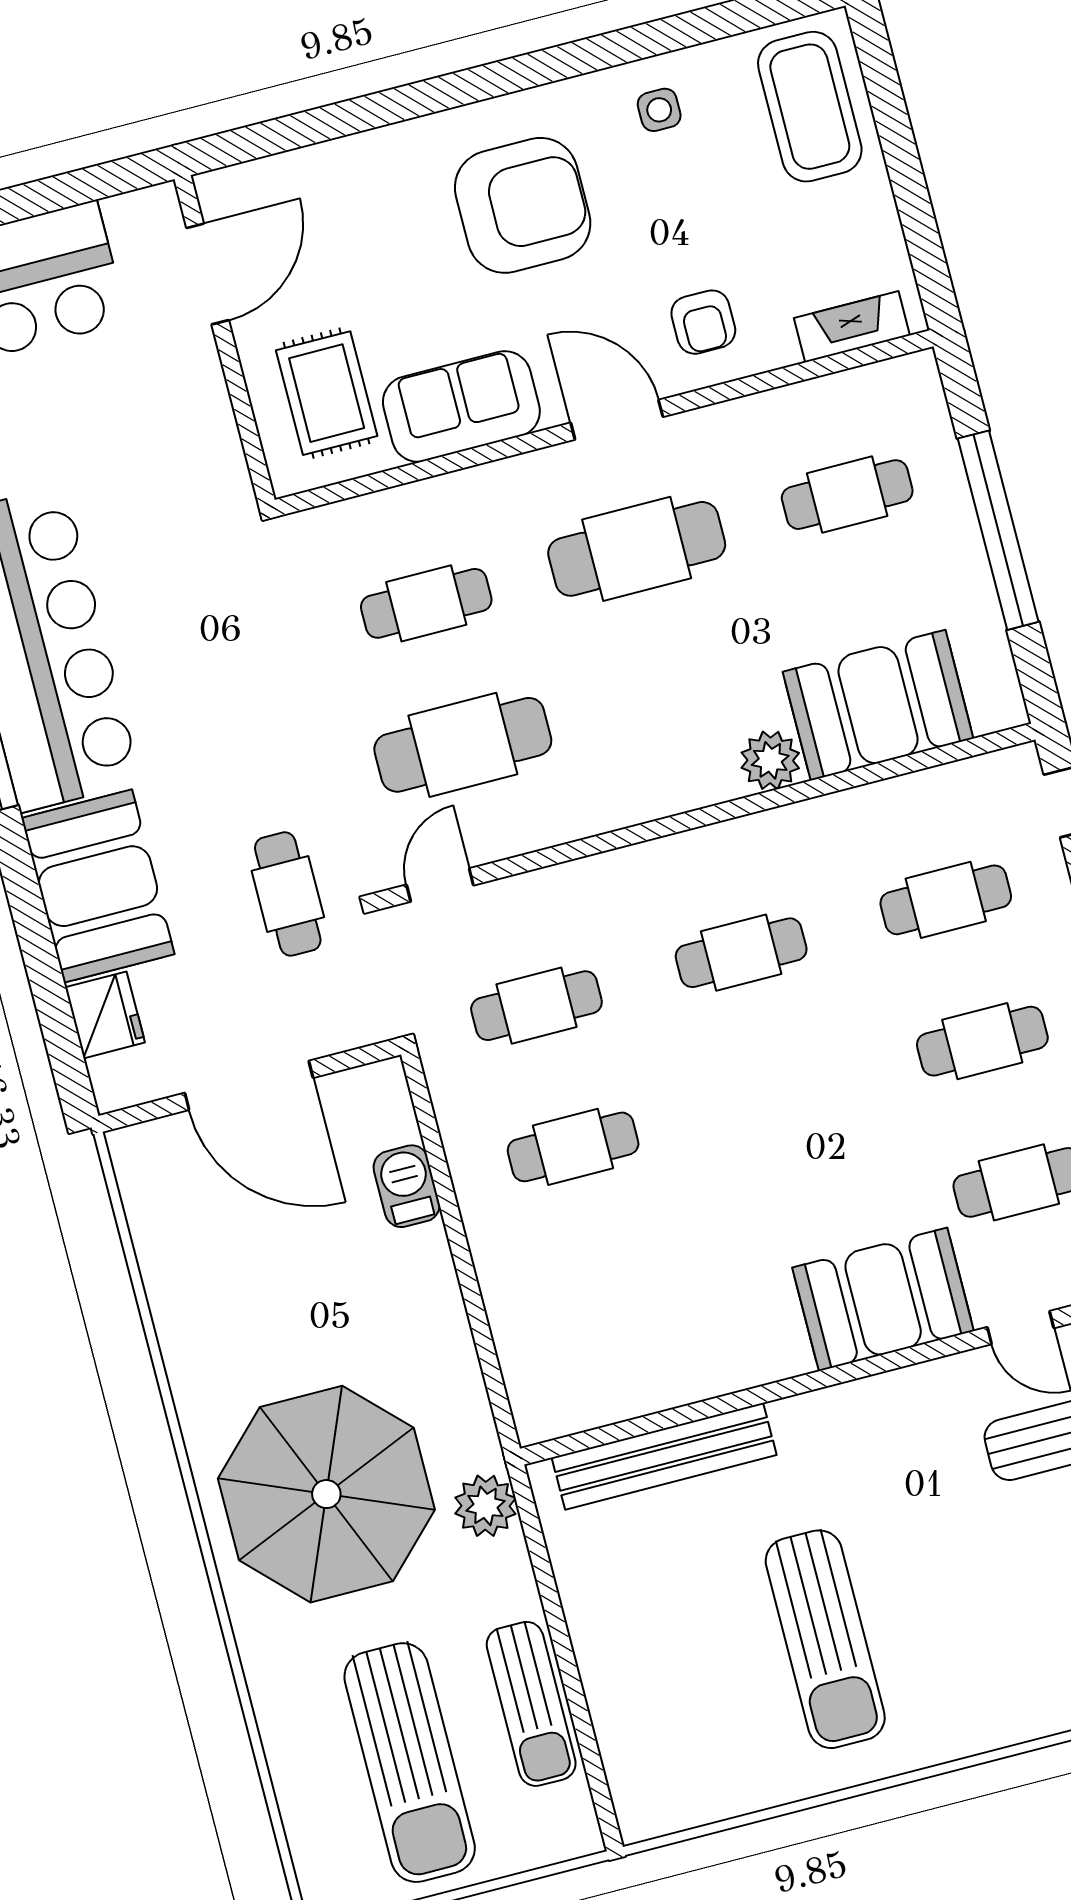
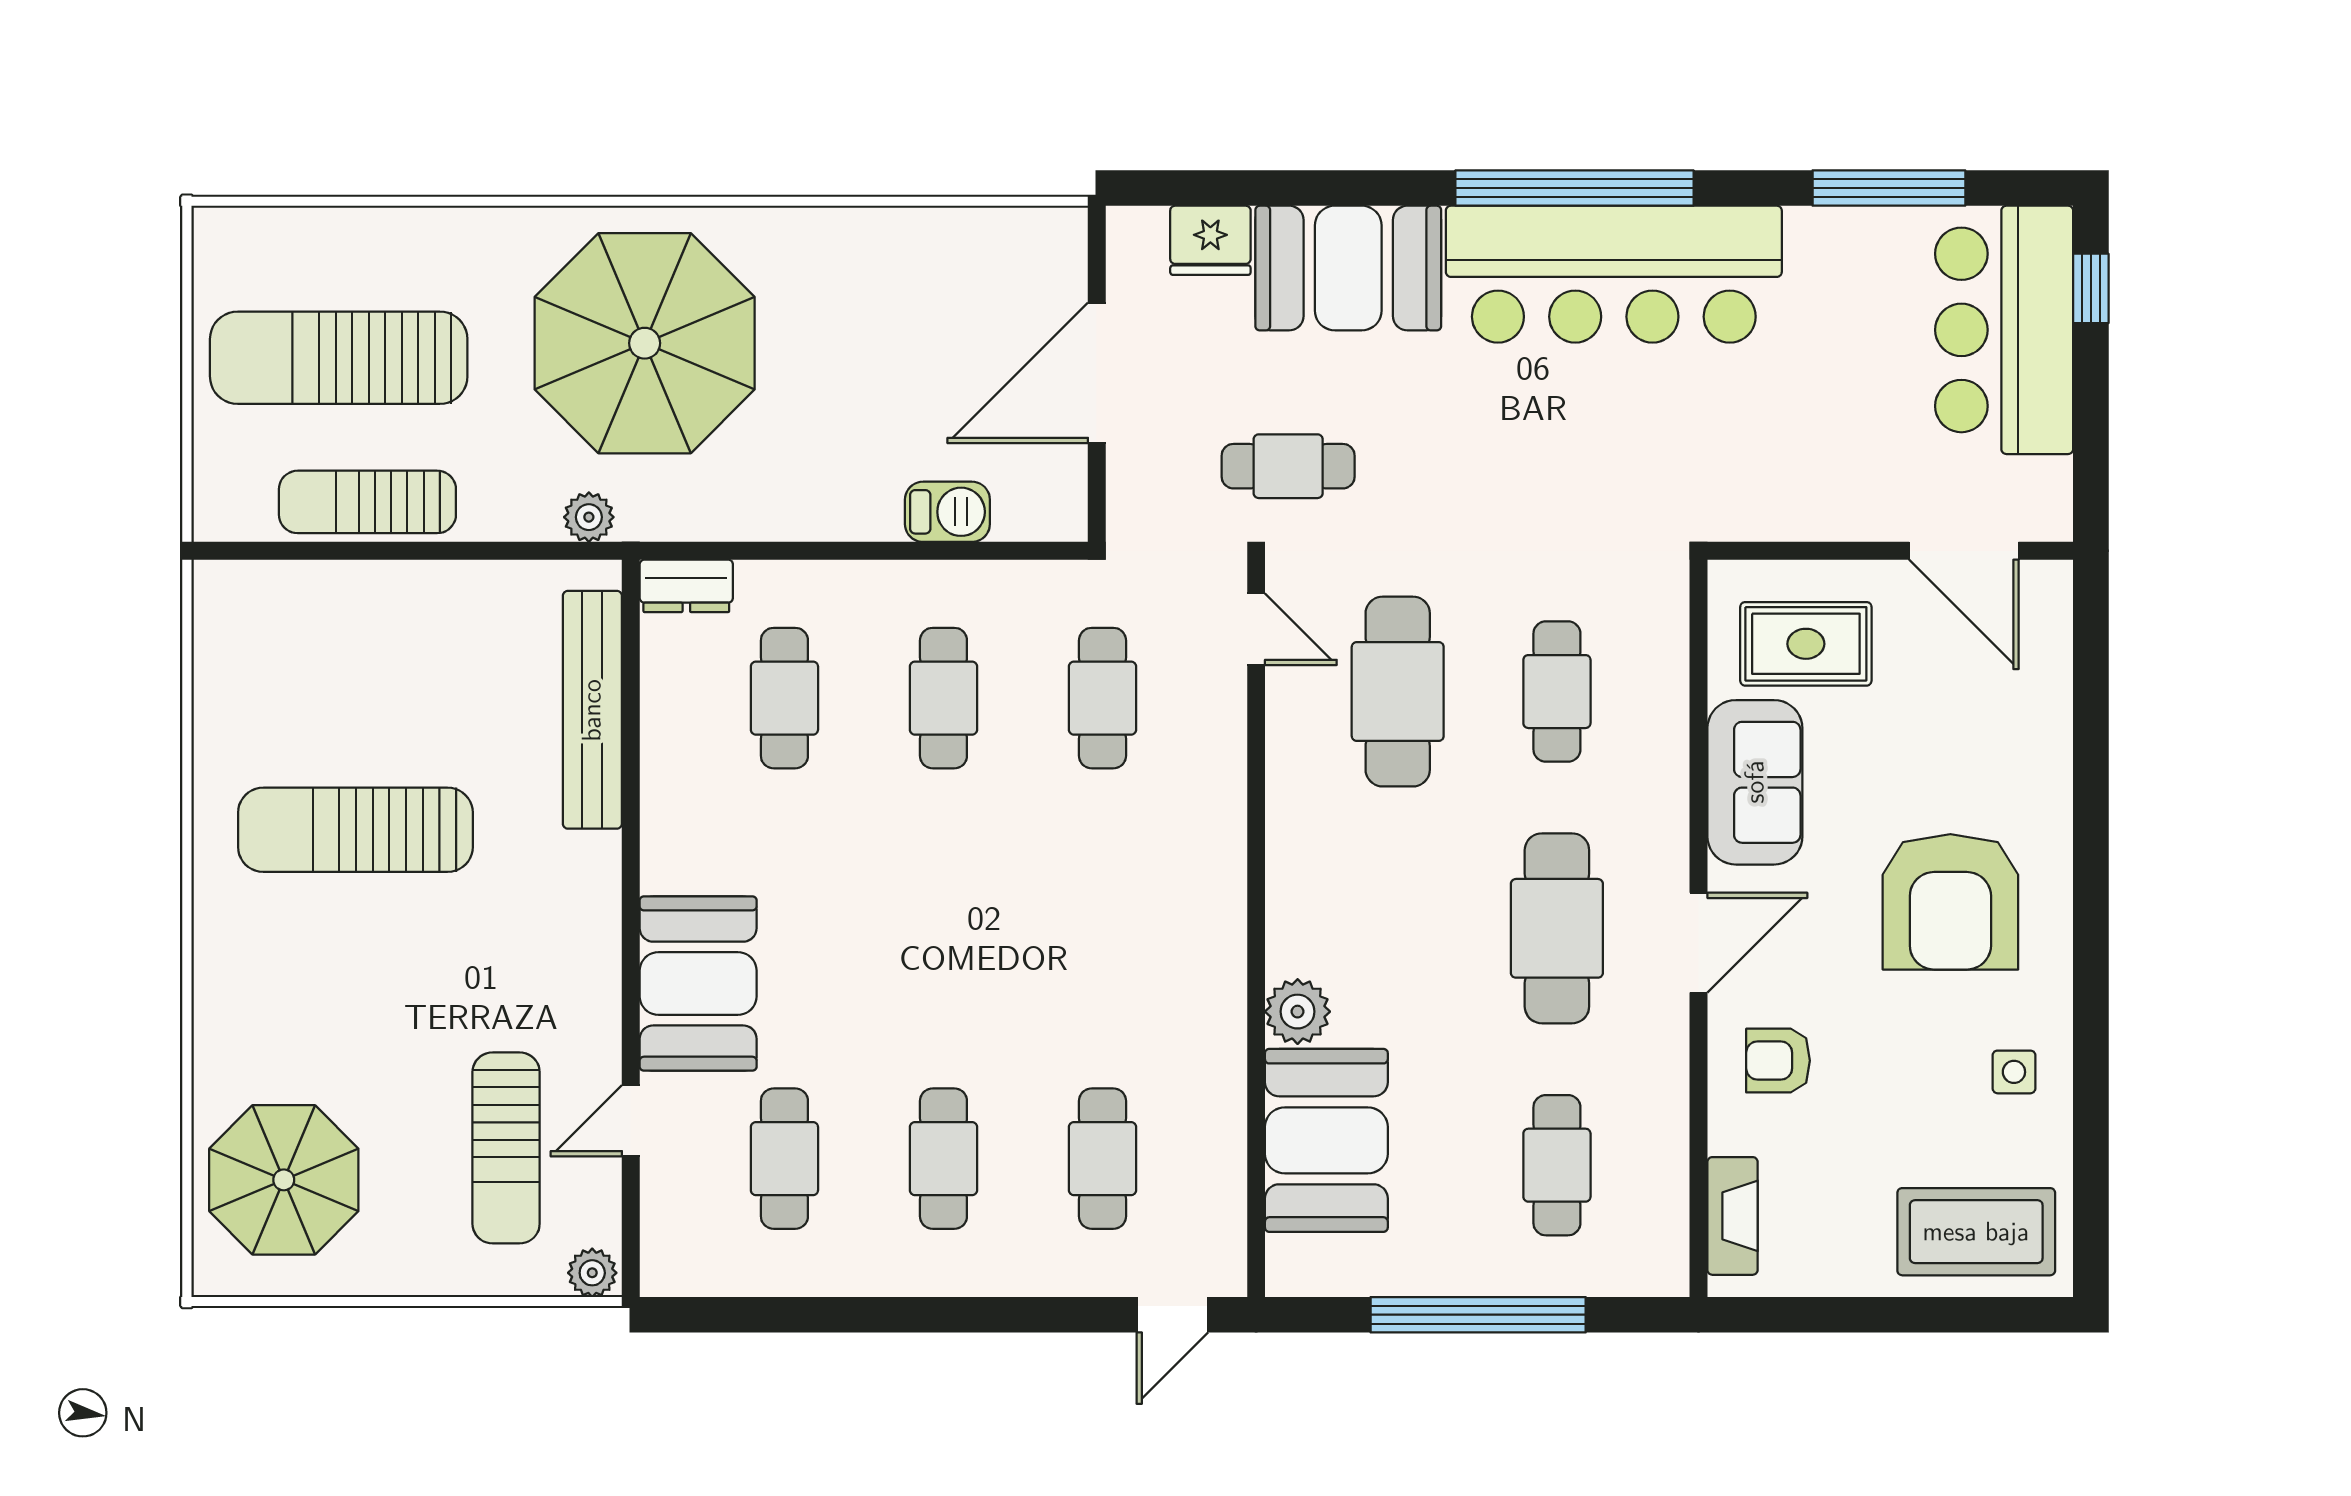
cafe table: (741, 953) -> (784, 698), moved
dresser: (532, 1401) -> (686, 586), added
plant: (485, 1506) -> (589, 517), width x0.73, depth x0.73

